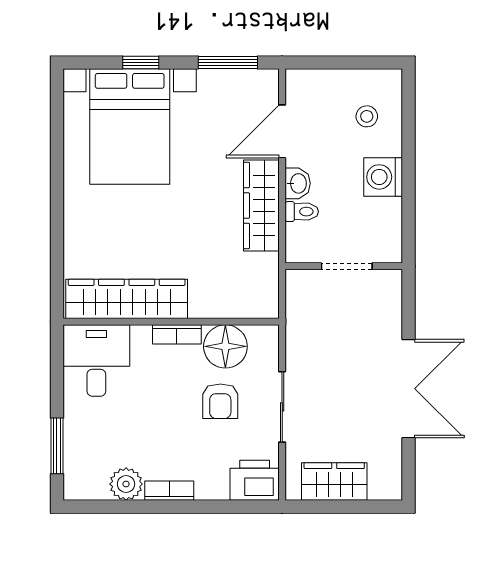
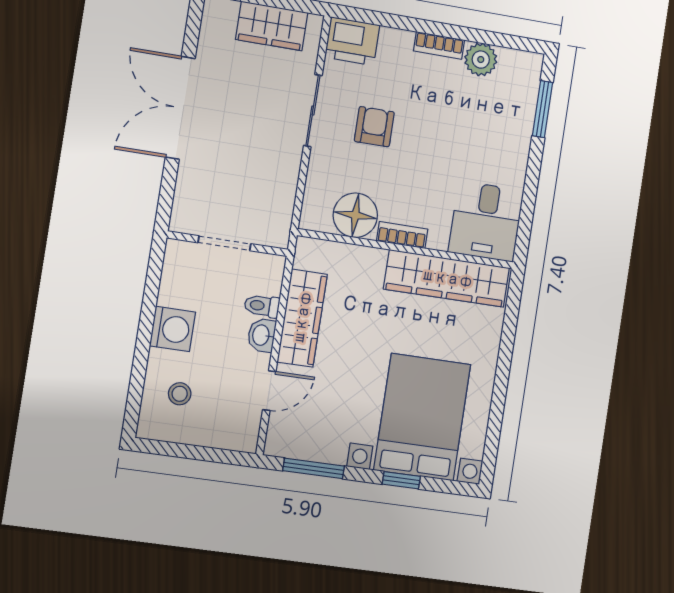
door: (282, 131) -> (269, 391), width x0.73
wardrobe: (127, 299) -> (447, 278), moved
wall: (171, 322) -> (406, 249), moved
bookcase: (177, 334) -> (402, 235), moved
floor lamp: (225, 346) -> (355, 215), moved
desk: (96, 361) -> (486, 221), moved

